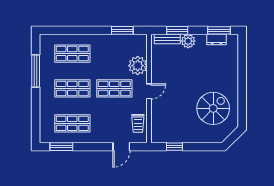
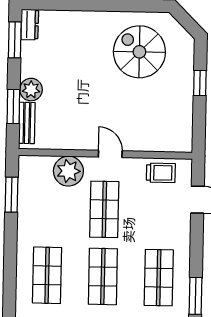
dresser: (217, 39) -> (30, 25), moved
window: (174, 147) -> (200, 83), moved

